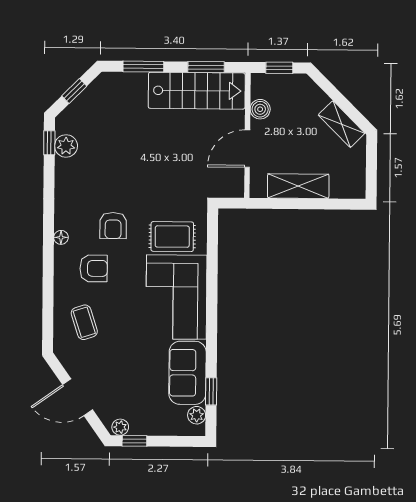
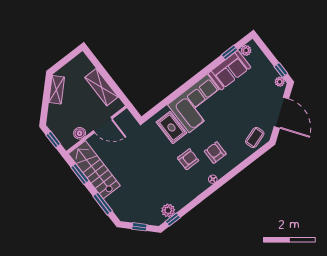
coffee table: (84, 322) -> (255, 137), moved
door: (78, 397) -> (281, 113), width x1.36

